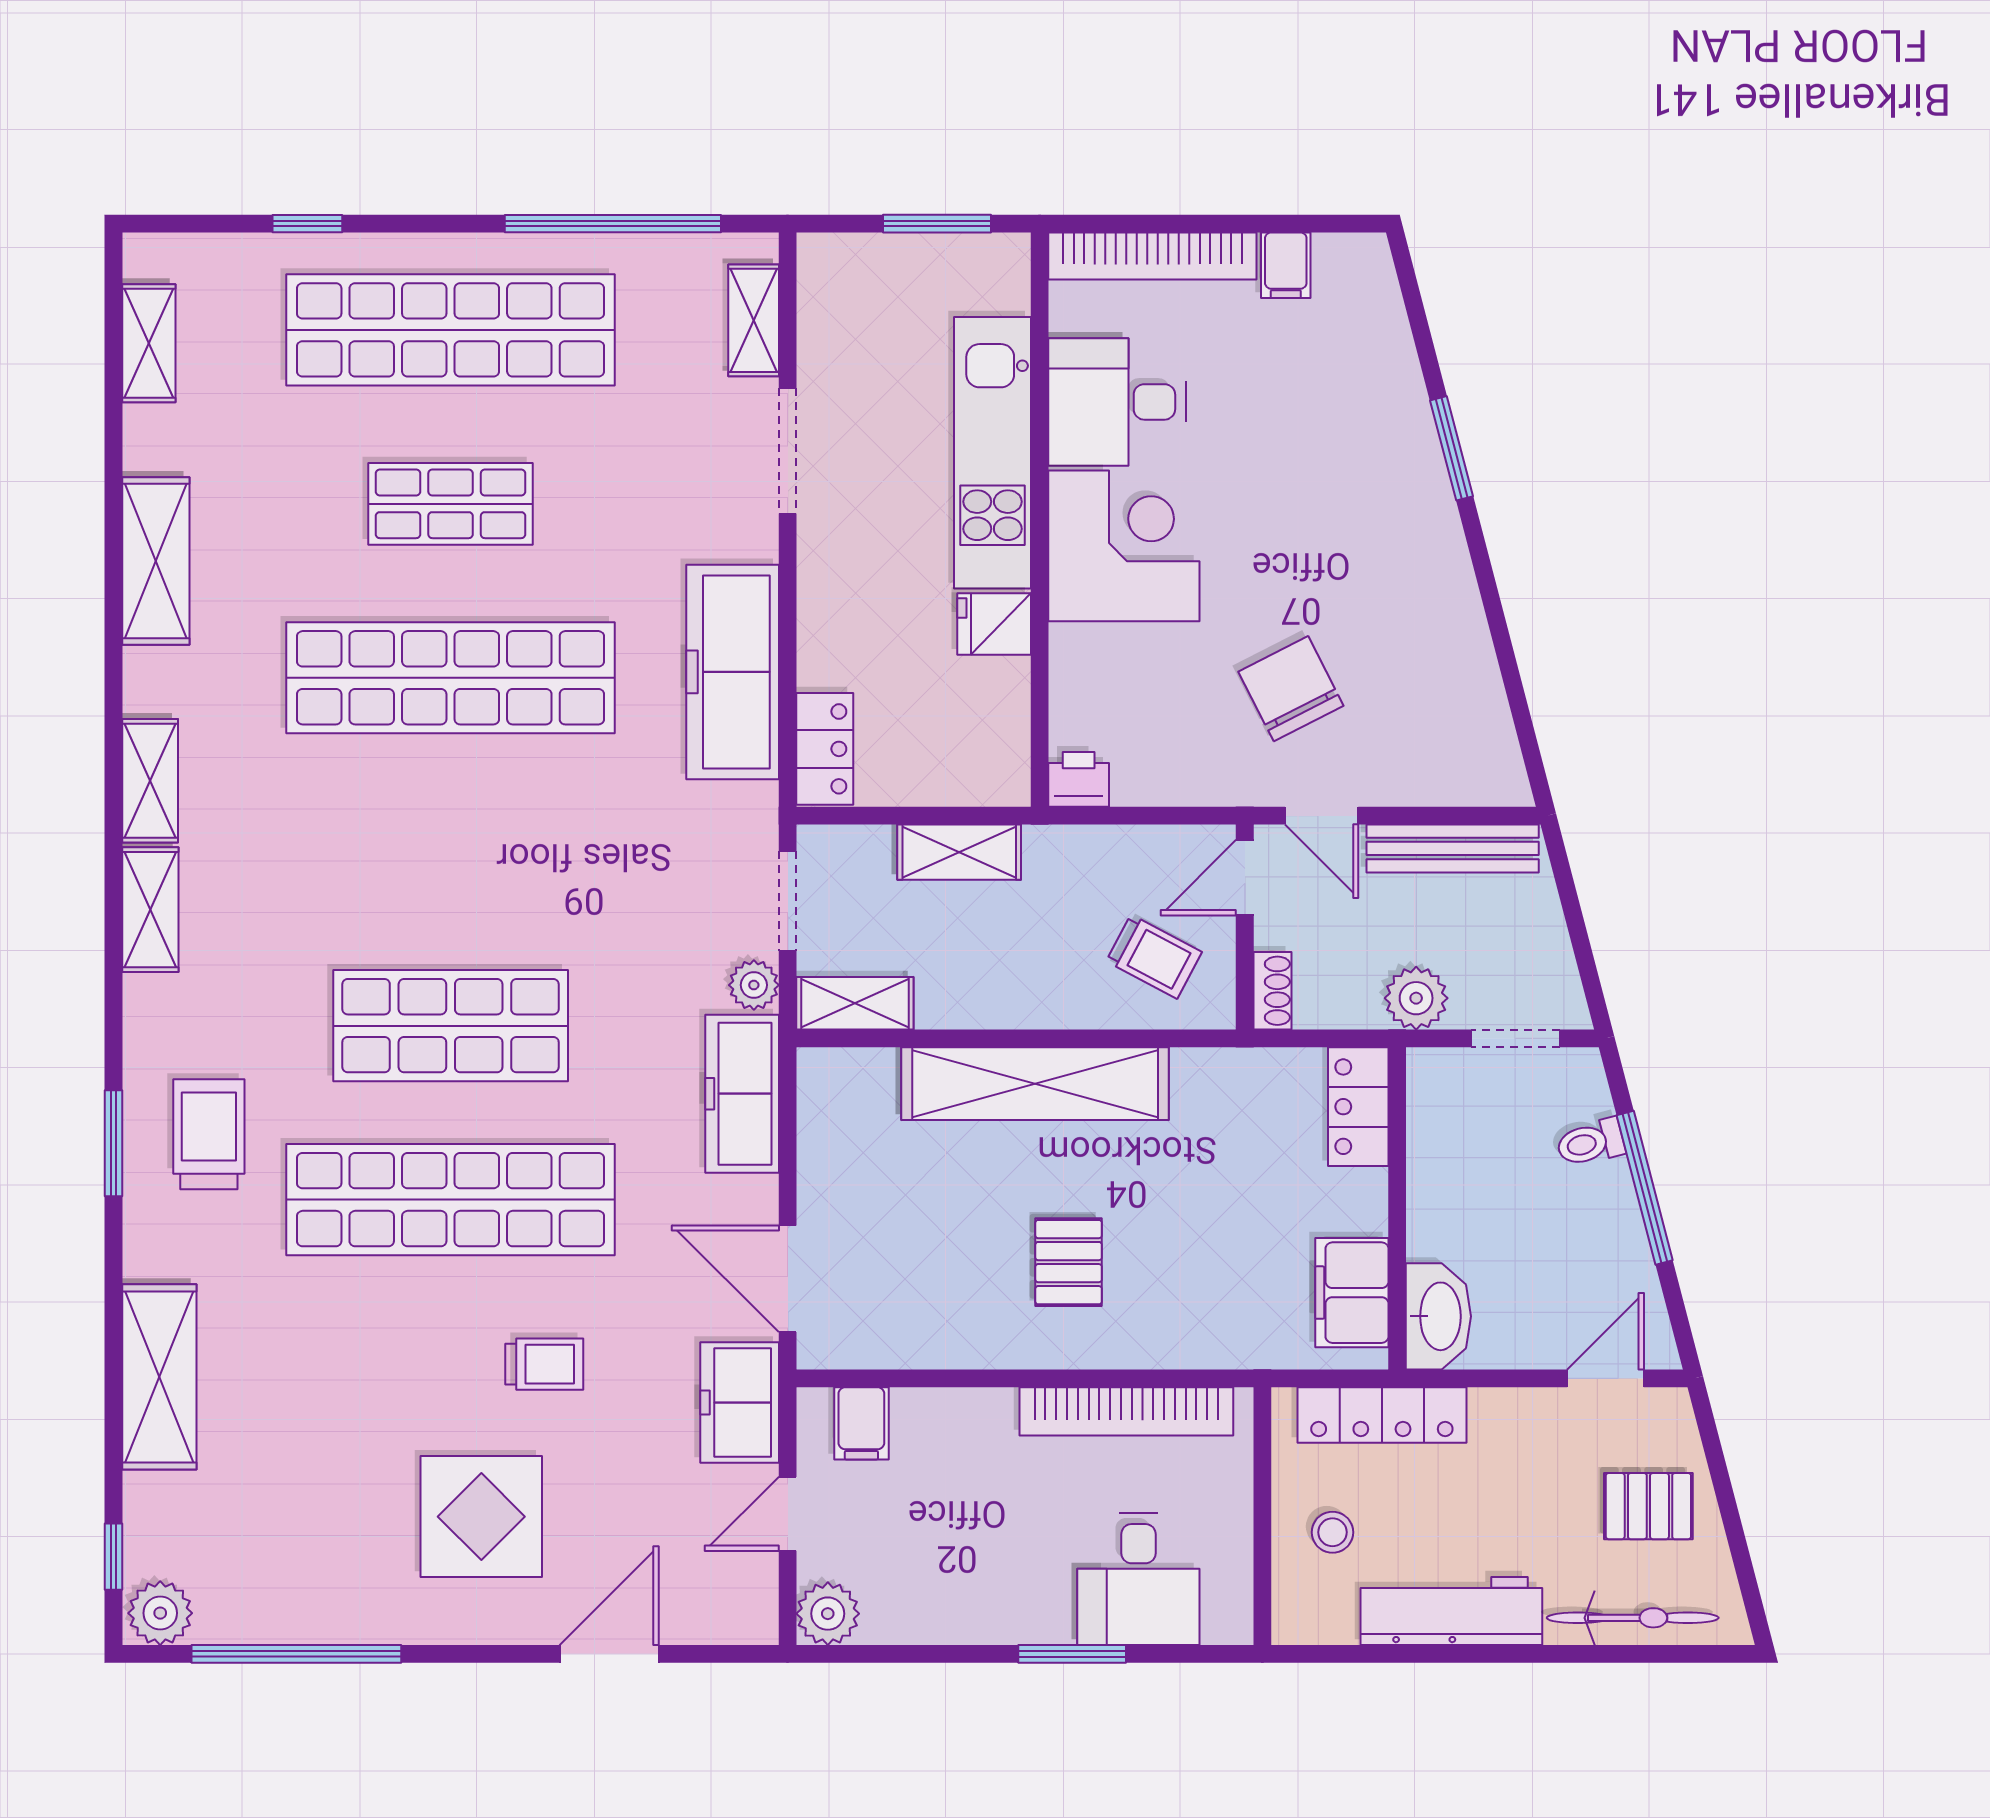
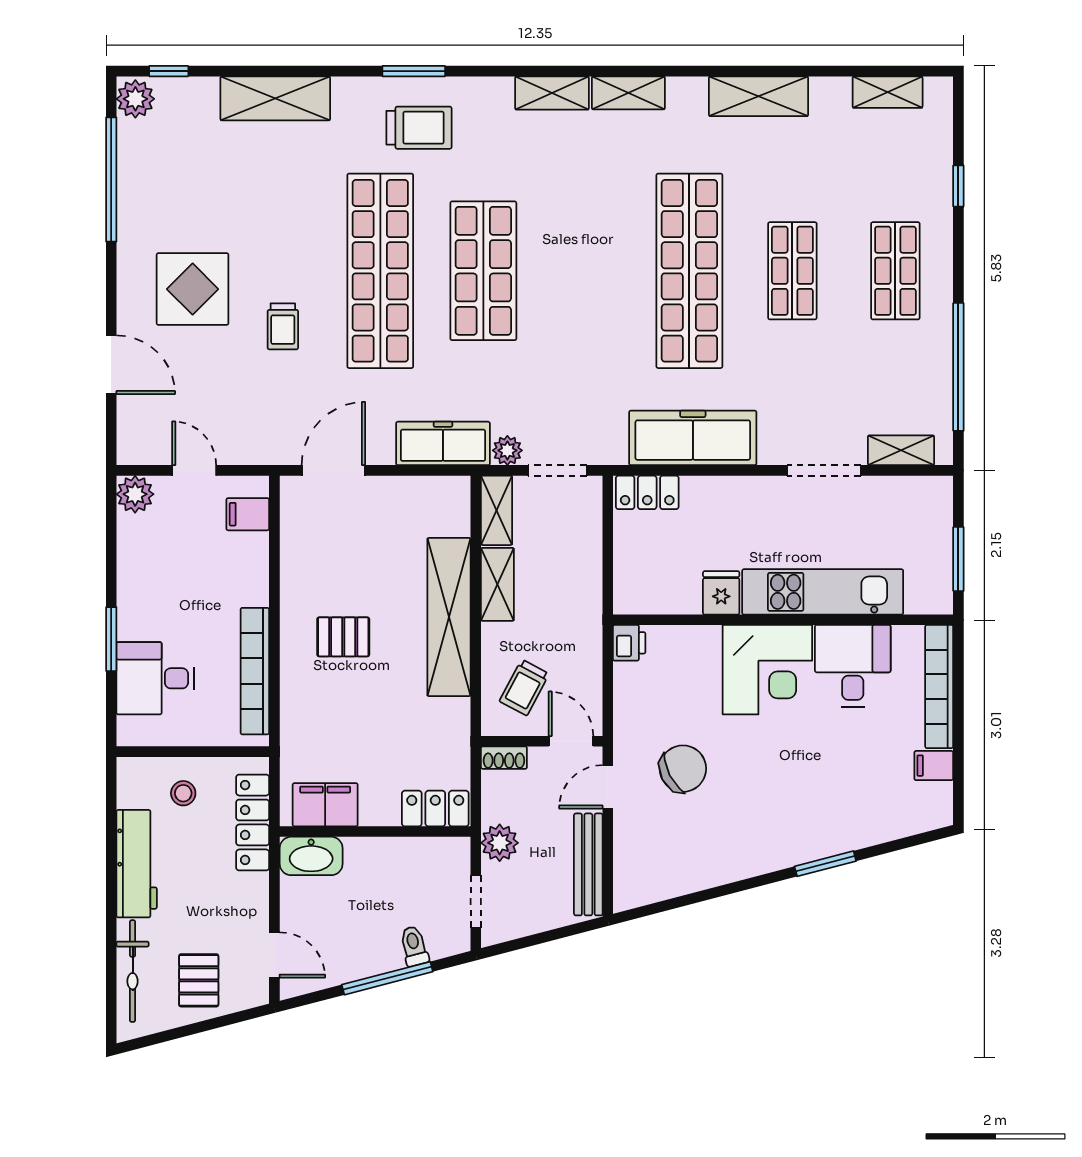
shop shelf: (451, 330) -> (895, 271), width x0.50, depth x0.74
shelving: (959, 852) -> (497, 584), moved
freezer: (740, 1403) -> (260, 442), removed

